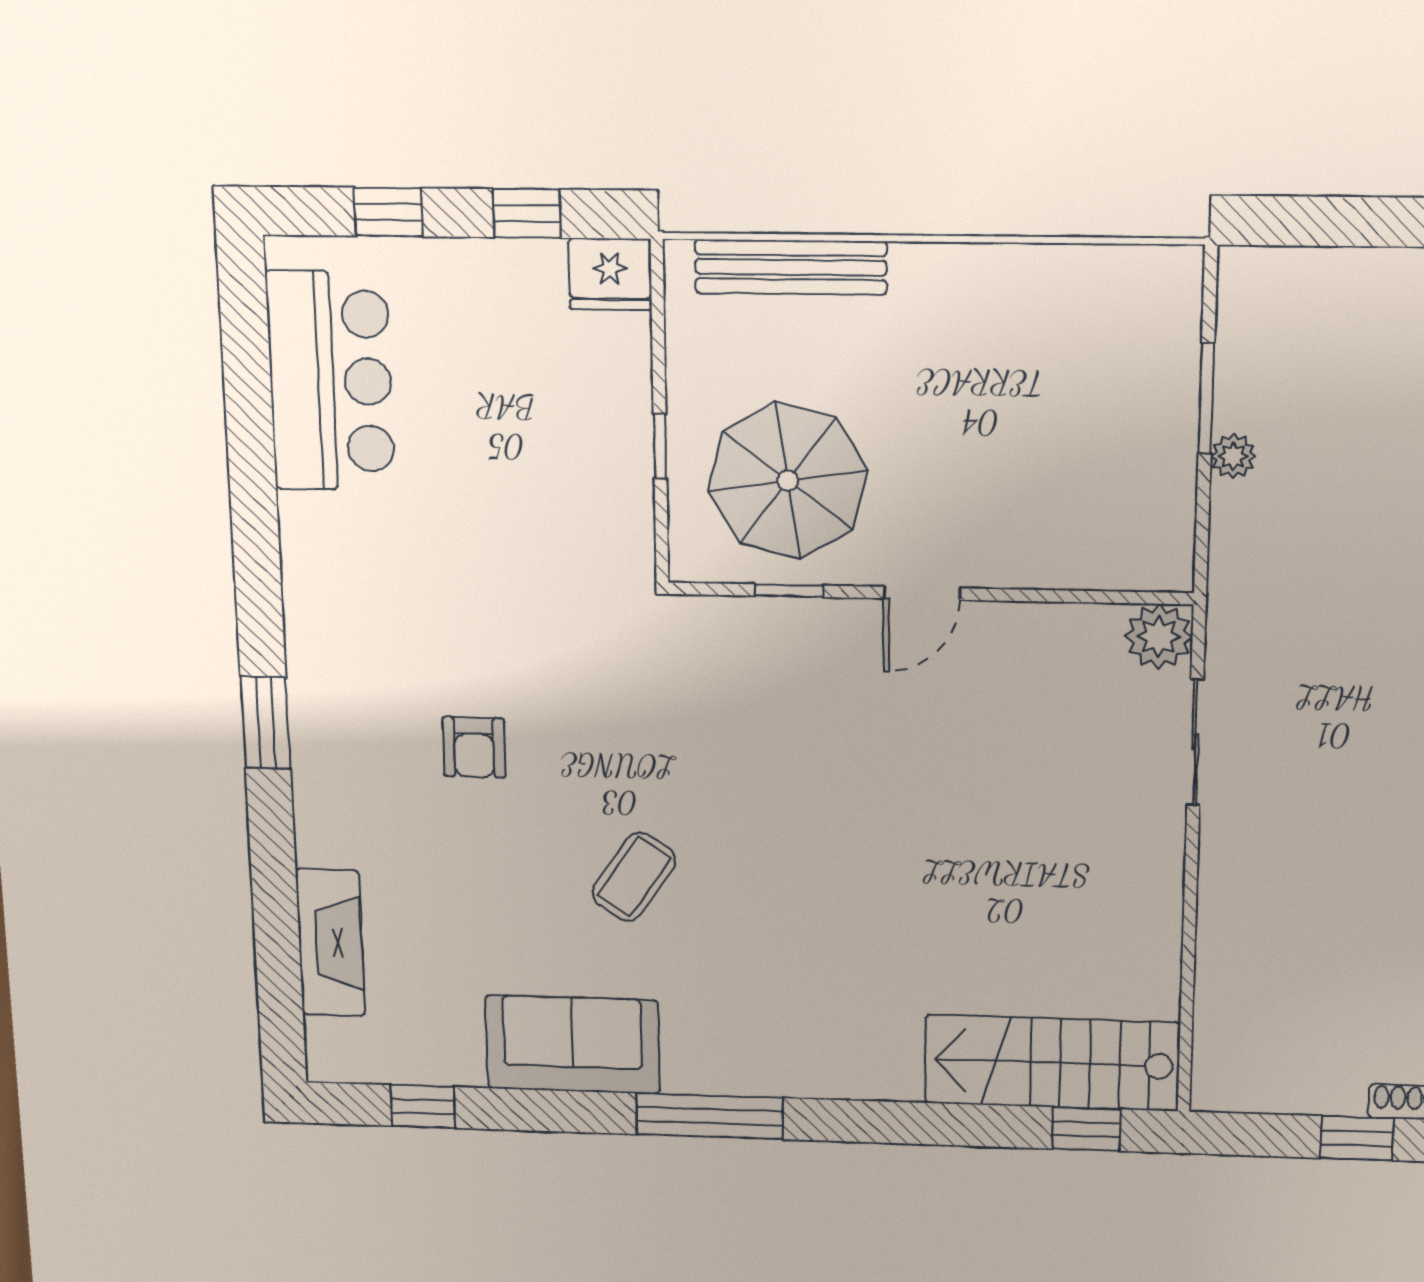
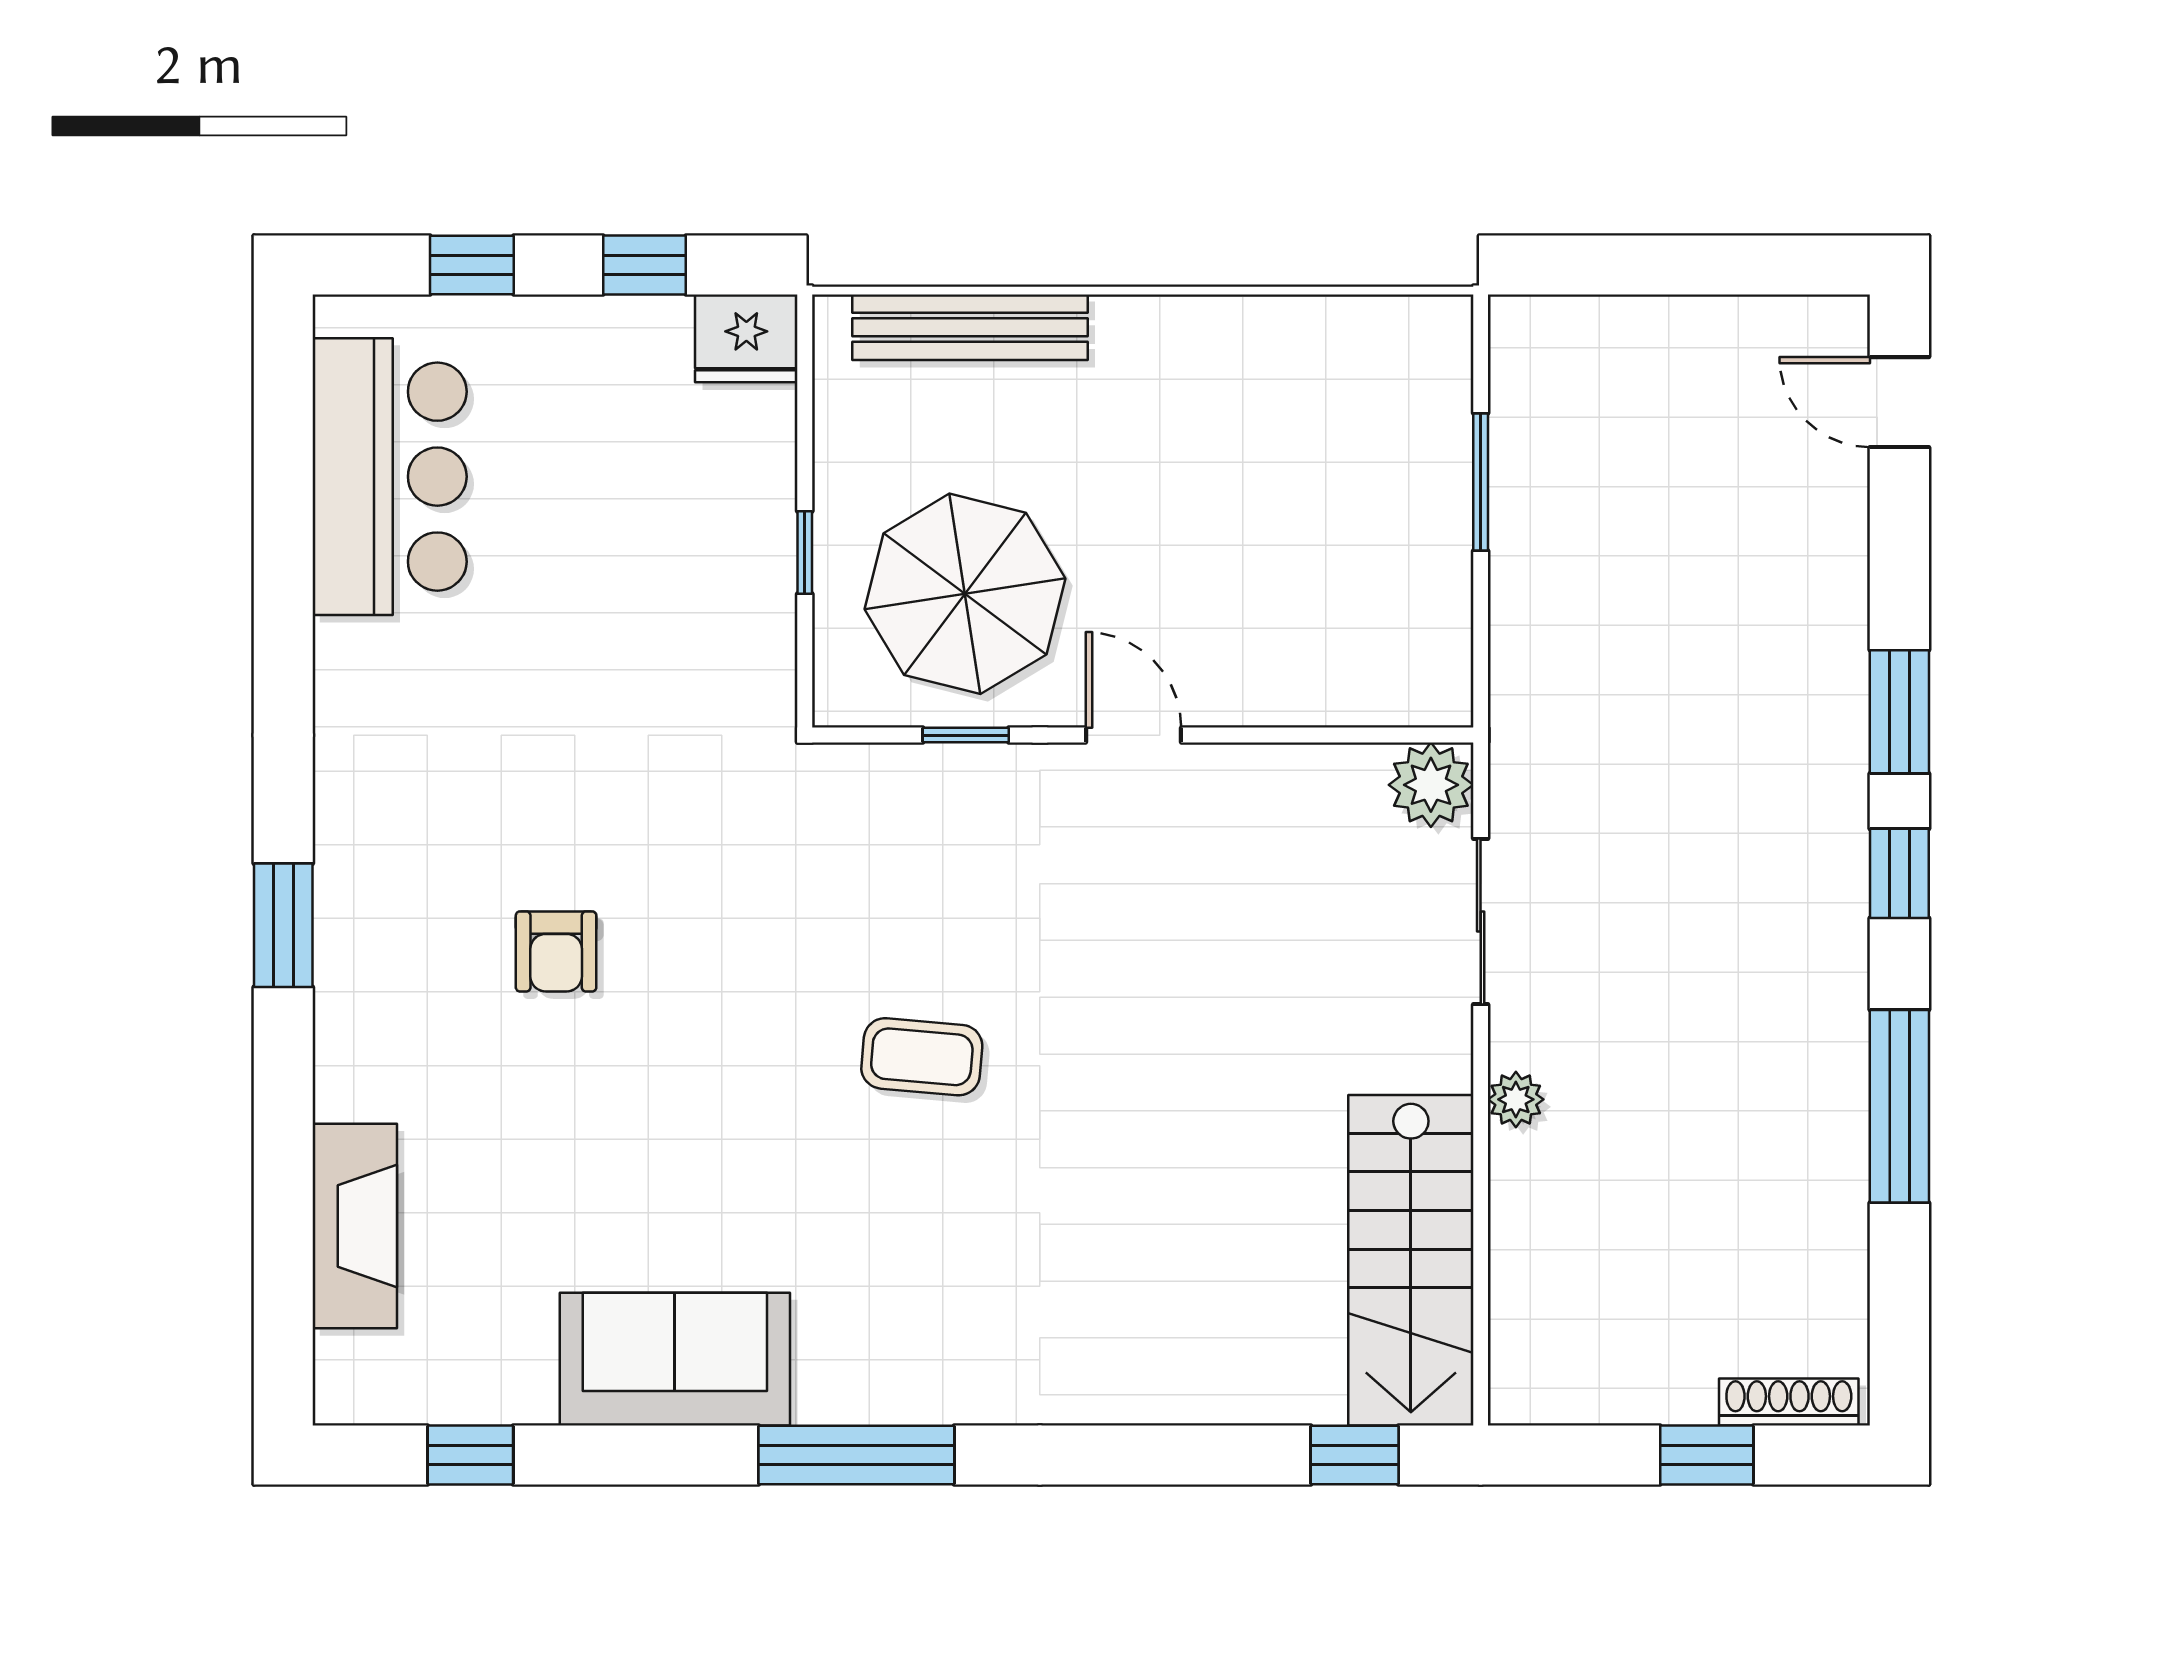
plant: (1233, 456) -> (1516, 1099), moved
door: (922, 593) -> (1133, 735), swing flipped
coffee table: (634, 877) -> (922, 1057), moved, turned 61
stairs: (1052, 1063) -> (1411, 1260), moved, turned -90

